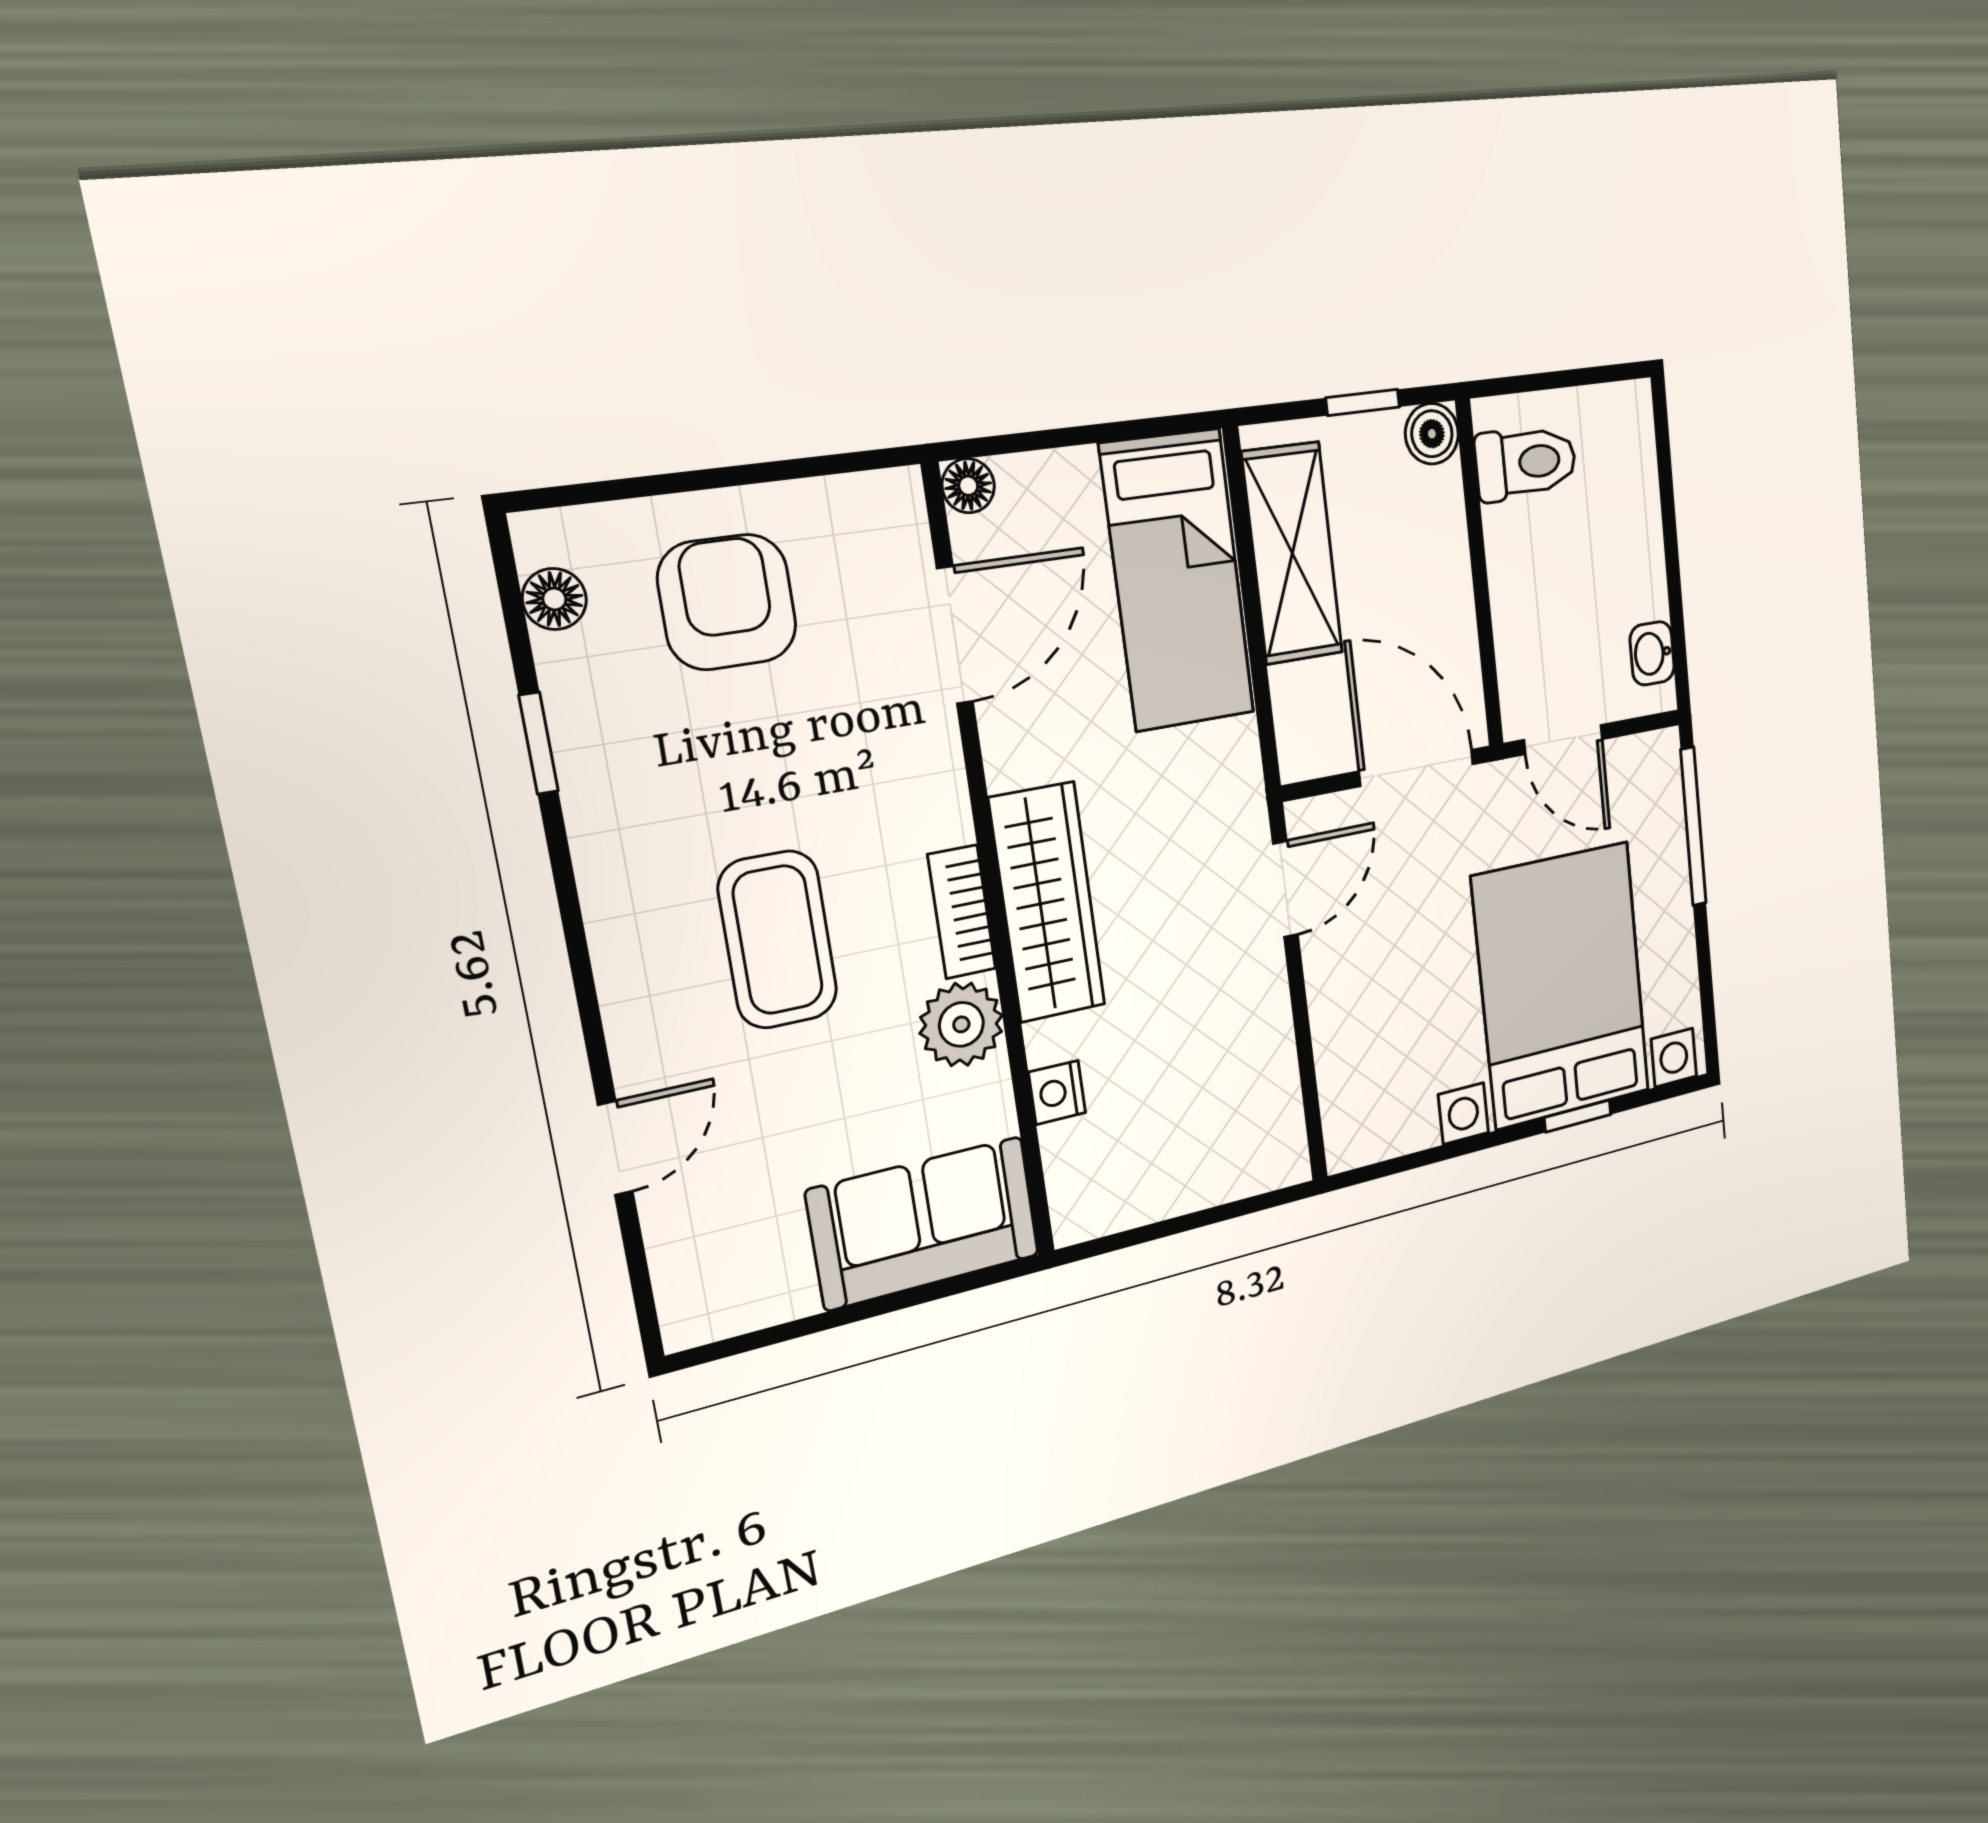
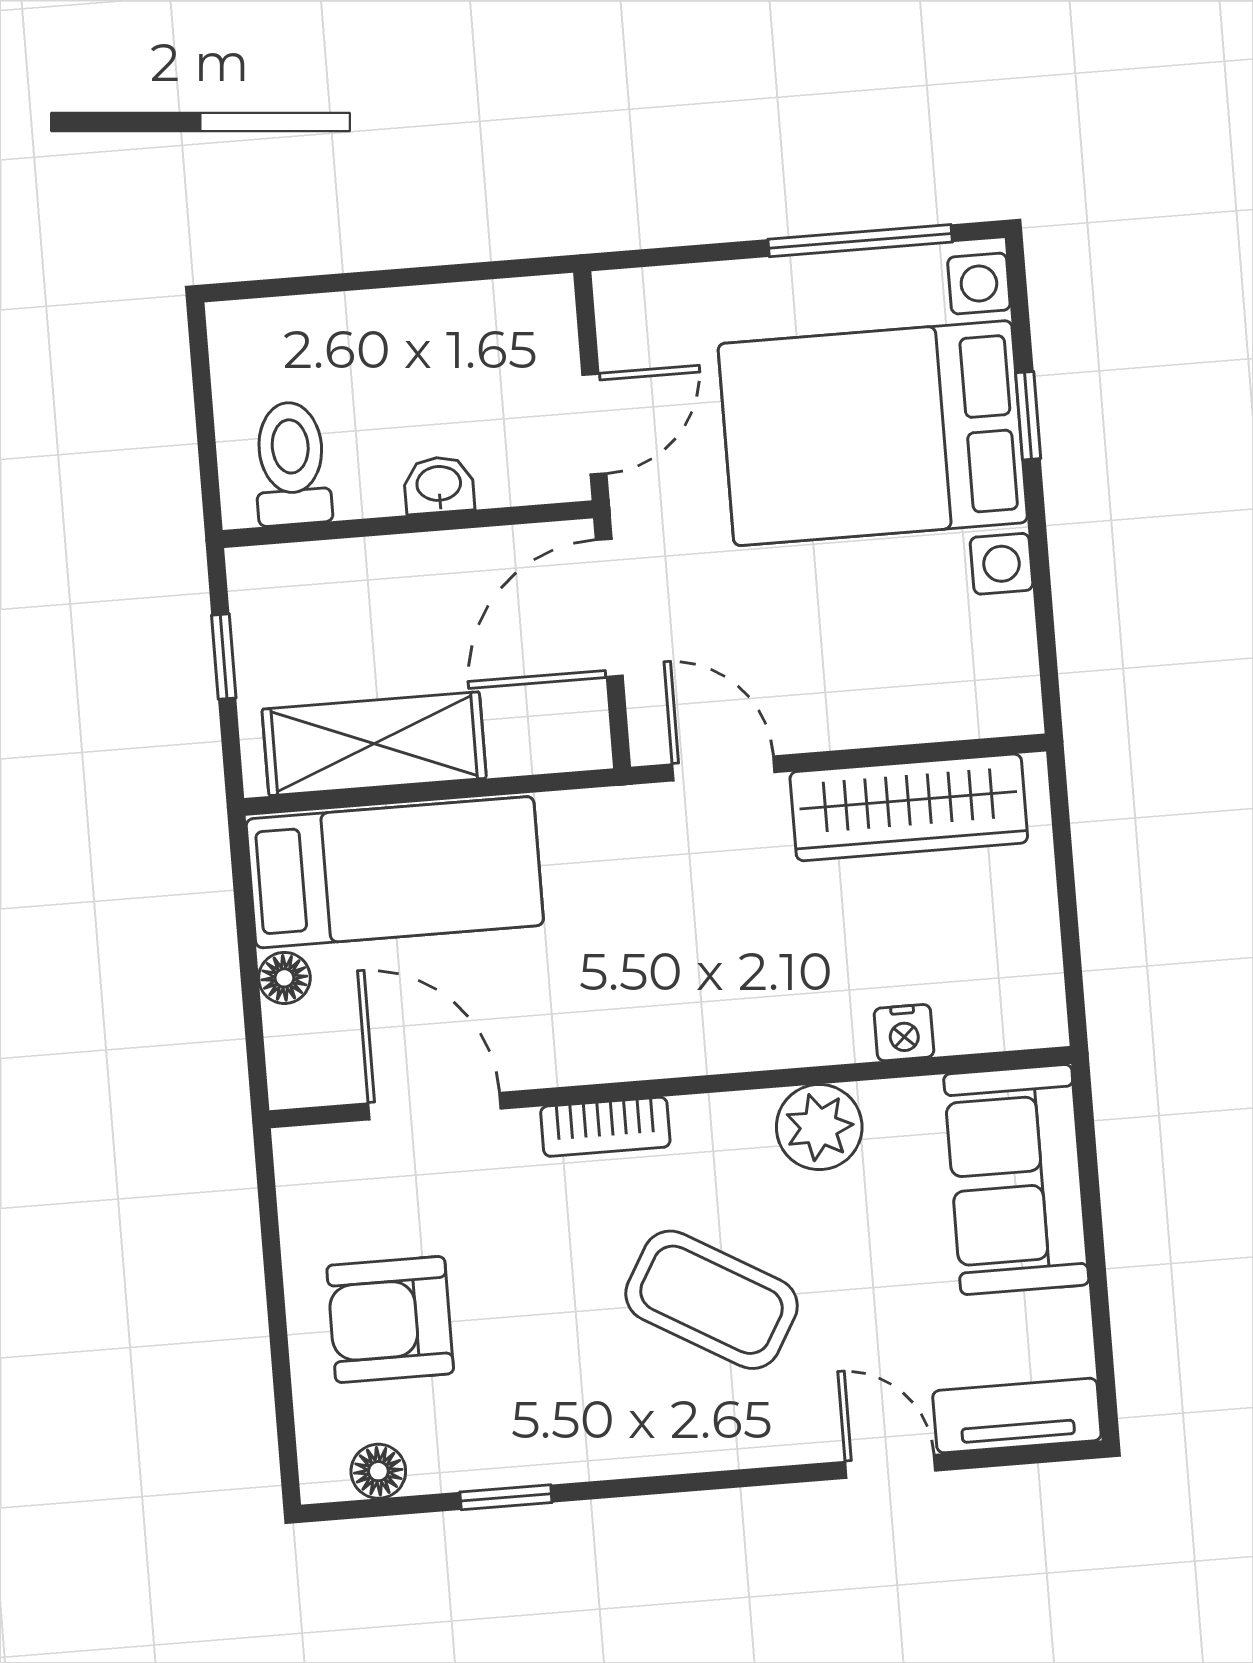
boiler: (1432, 434) -> (258, 577), removed
floor lamp: (968, 486) -> (284, 978), moved
washbasin: (1652, 653) -> (439, 485), moved, turned 180
window: (1693, 827) -> (860, 241), moved
wardrobe: (1047, 902) -> (909, 807), moved, turned 180
bookcase: (962, 912) -> (605, 1127), moved
coffee table: (778, 940) -> (712, 1300), turned 30
tv unit: (683, 1267) -> (1017, 1416), added

